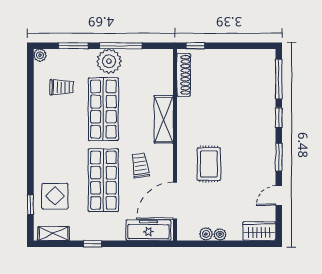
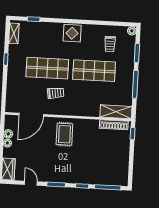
plant: (109, 61) -> (125, 76), removed
shelving: (164, 119) -> (116, 112), moved
rug: (209, 164) -> (64, 134), moved, turned 90
display table: (55, 196) -> (72, 33), moved
door: (175, 201) -> (31, 115), swing flipped
freezer: (148, 230) -> (13, 96), removed

